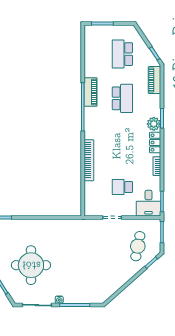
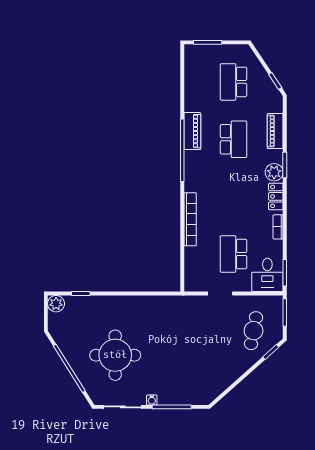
piano: (154, 80) -> (275, 131), moved
school desk: (122, 187) -> (234, 254), width x1.85

